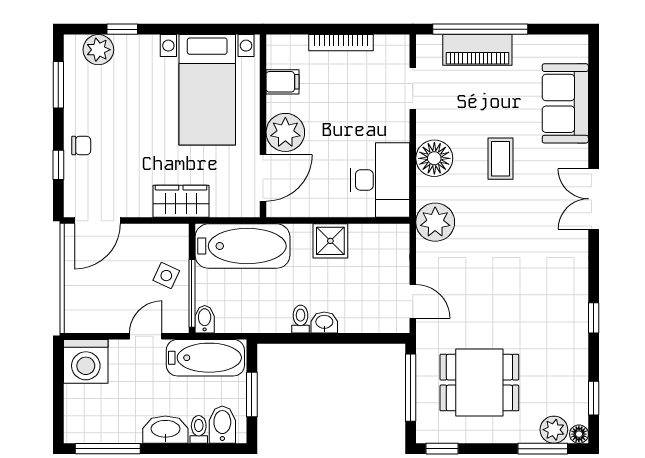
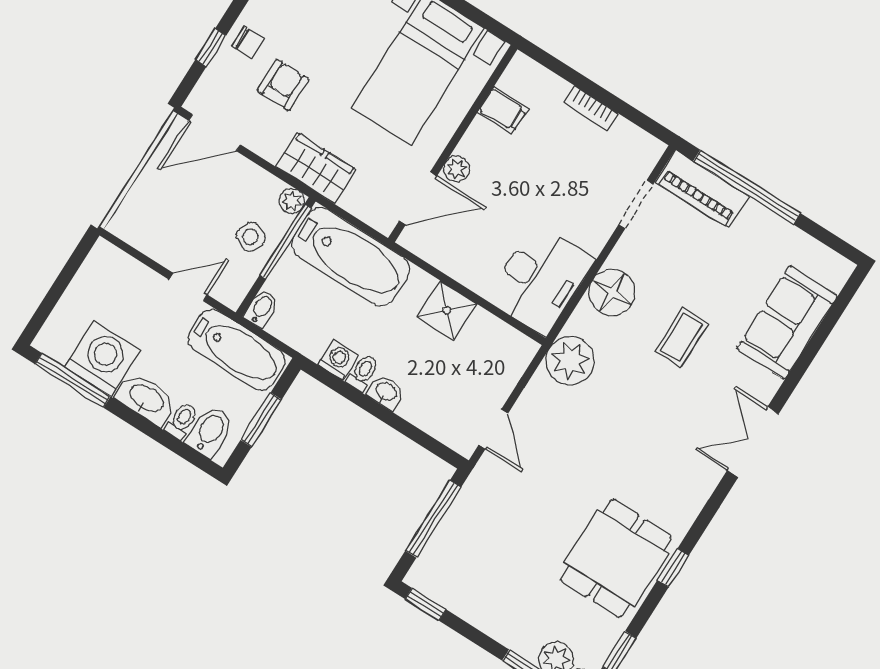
bookcase: (341, 43) -> (591, 108), width x0.64
piano: (477, 50) -> (702, 189), moved
plant: (285, 132) -> (456, 169), width x0.53, depth x0.53
armchair: (123, 159) -> (283, 85), added
plant: (179, 234) -> (292, 201), added
window: (192, 293) -> (285, 242), moved
washing machine: (278, 321) -> (338, 360), added
washing machine: (86, 361) -> (103, 359), moved, turned 180
dining table: (479, 383) -> (616, 558), moved, turned 90

